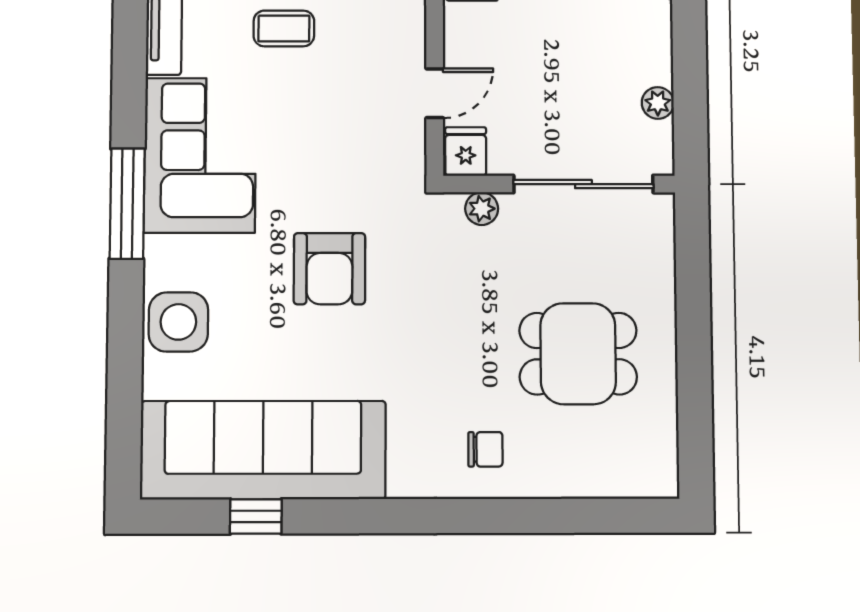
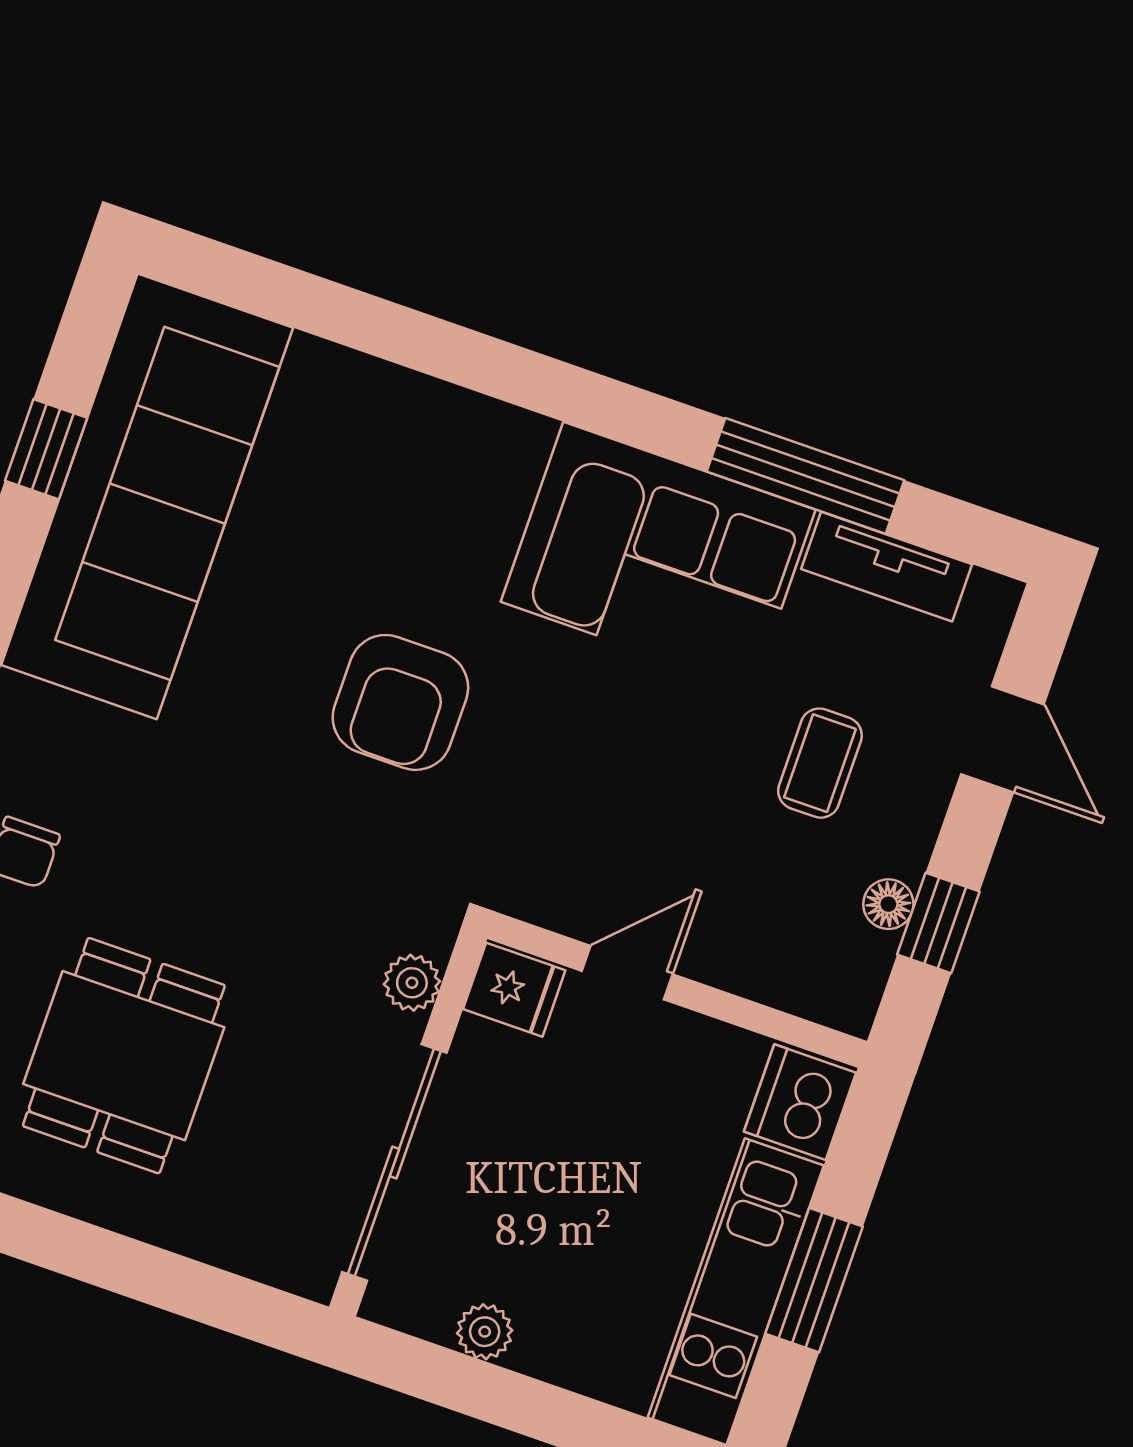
door: (435, 93) -> (627, 973), swing flipped
window: (127, 204) -> (805, 476), moved
armchair: (329, 269) -> (400, 702), turned -90
side table: (178, 322) -> (399, 430), removed

